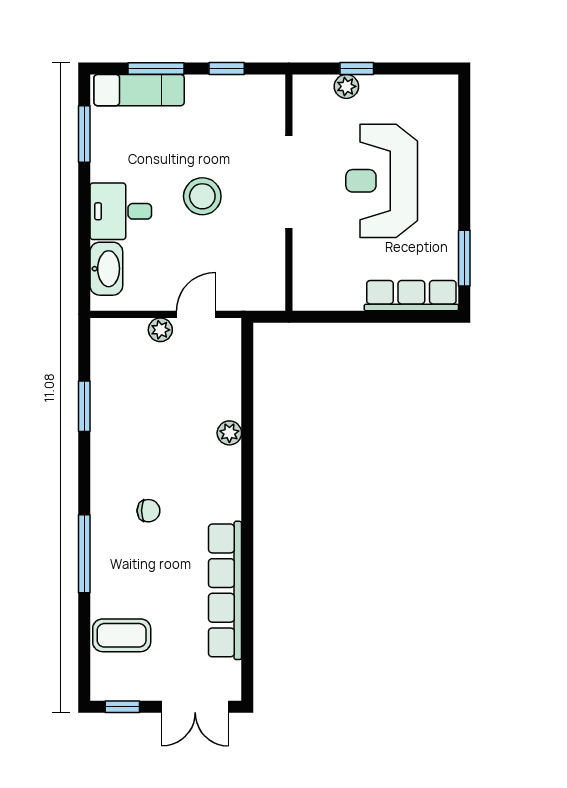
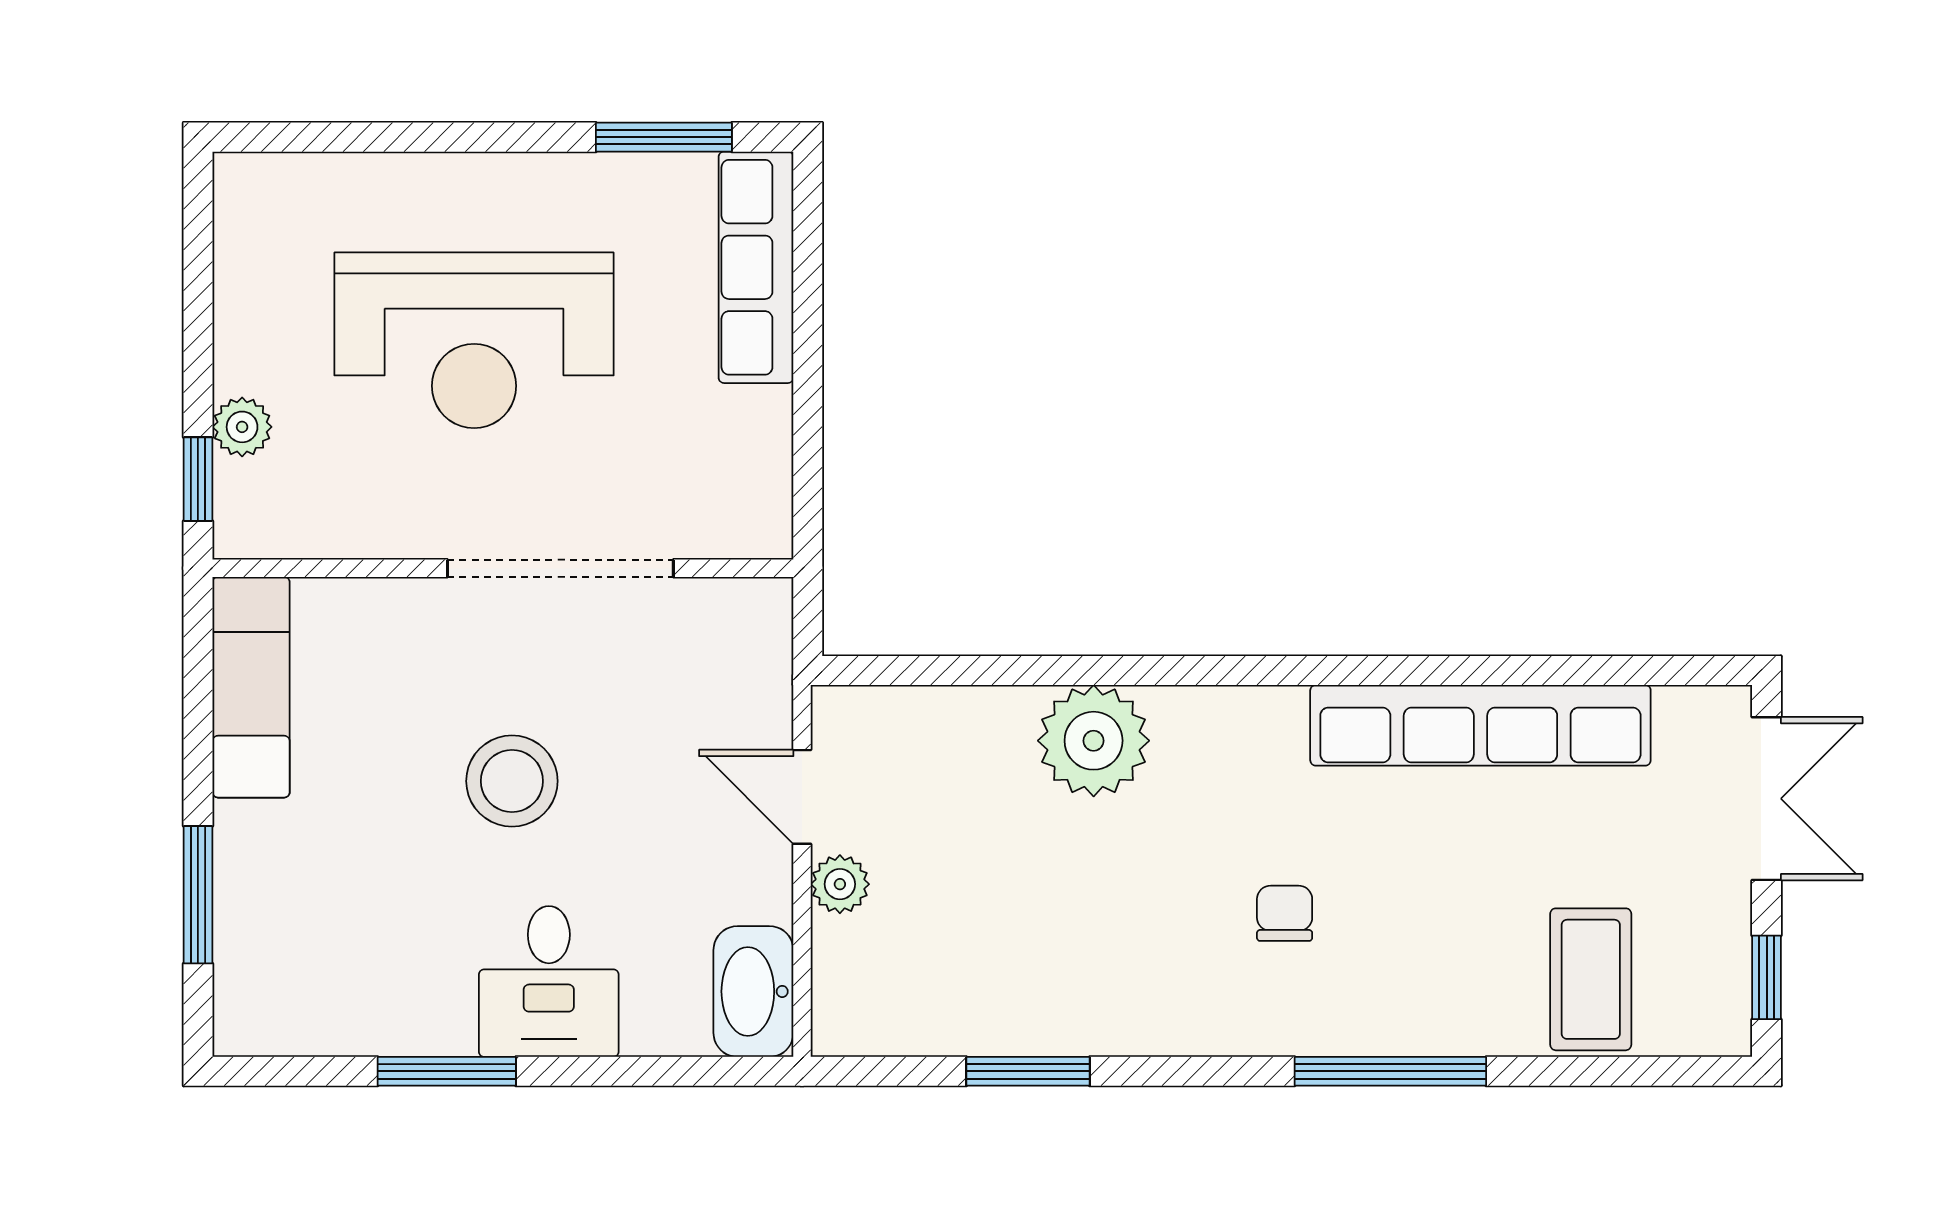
window: (227, 69) -> (198, 721), removed
window: (357, 69) -> (198, 479), moved
exam couch: (139, 90) -> (251, 687), moved
window: (84, 134) -> (447, 1071), moved
doorway: (289, 182) -> (560, 568), moved
washbasin: (106, 269) -> (753, 991), moved, turned -90
plant: (229, 433) -> (1094, 741), width x1.88, depth x1.88

